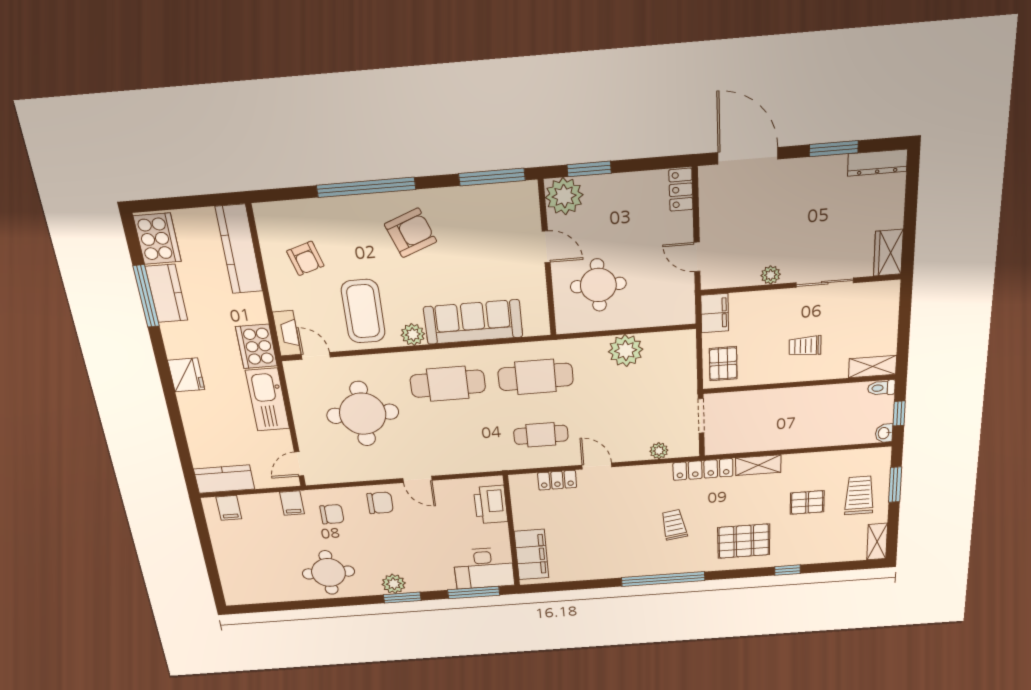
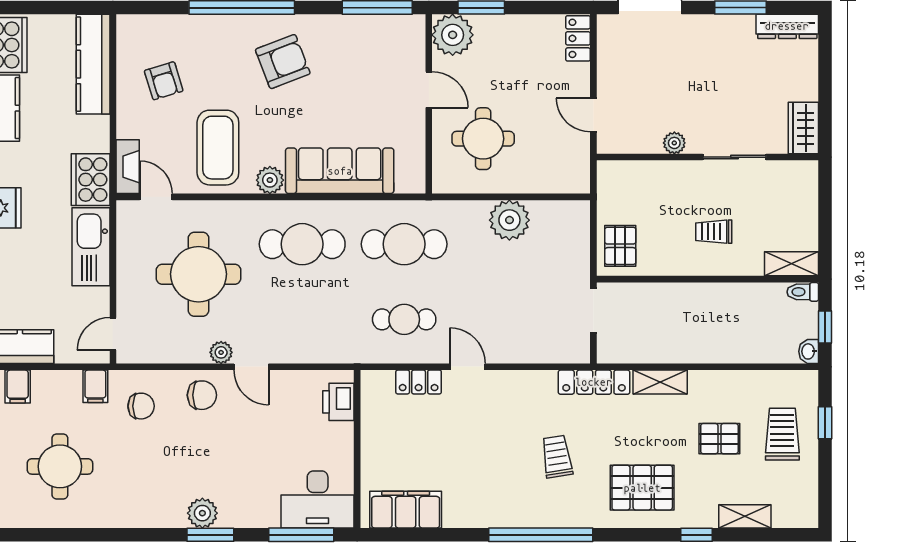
filing cabinet: (715, 313) -> (612, 183), removed
plant: (659, 451) -> (221, 352), moved
window: (895, 485) -> (825, 423), width x0.67
printer: (491, 505) -> (338, 402), width x0.73, depth x0.84
shelving: (877, 542) -> (745, 516), moved, turned 90
filing cabinet: (531, 555) -> (406, 510), moved, turned -90
round table: (328, 572) -> (60, 466), moved

